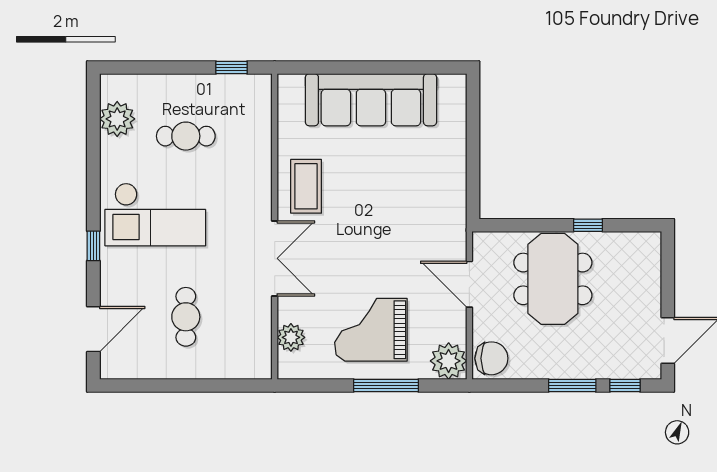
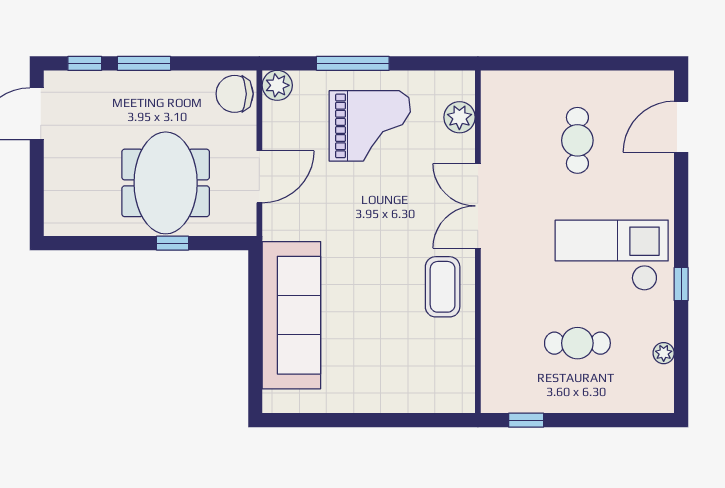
sofa: (371, 100) -> (291, 315), moved, turned 90
plant: (117, 119) -> (664, 353), width x0.53, depth x0.53
window: (588, 225) -> (172, 243), moved
window: (93, 246) -> (681, 284), moved
door: (469, 284) -> (259, 177), hinge flipped
plant: (449, 361) -> (277, 85), width x0.73, depth x0.73

